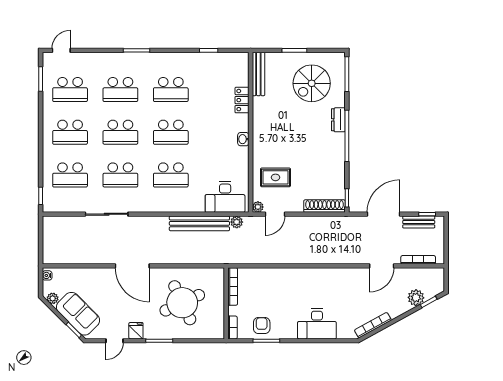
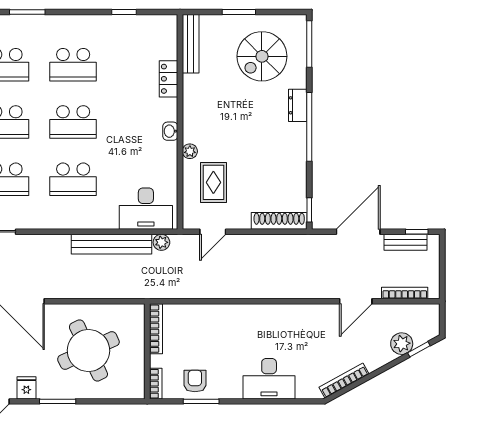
rug: (275, 177) -> (213, 182), turned 90
plant: (258, 207) -> (190, 151), moved

